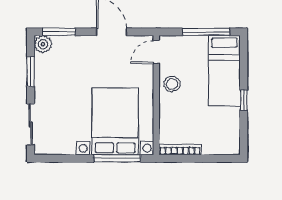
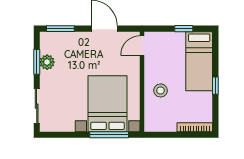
window: (206, 32) -> (184, 29), width x0.46
plant: (43, 44) -> (47, 62), moved
stool: (172, 84) -> (160, 90), moved
bookcase: (180, 149) -> (195, 127), moved

